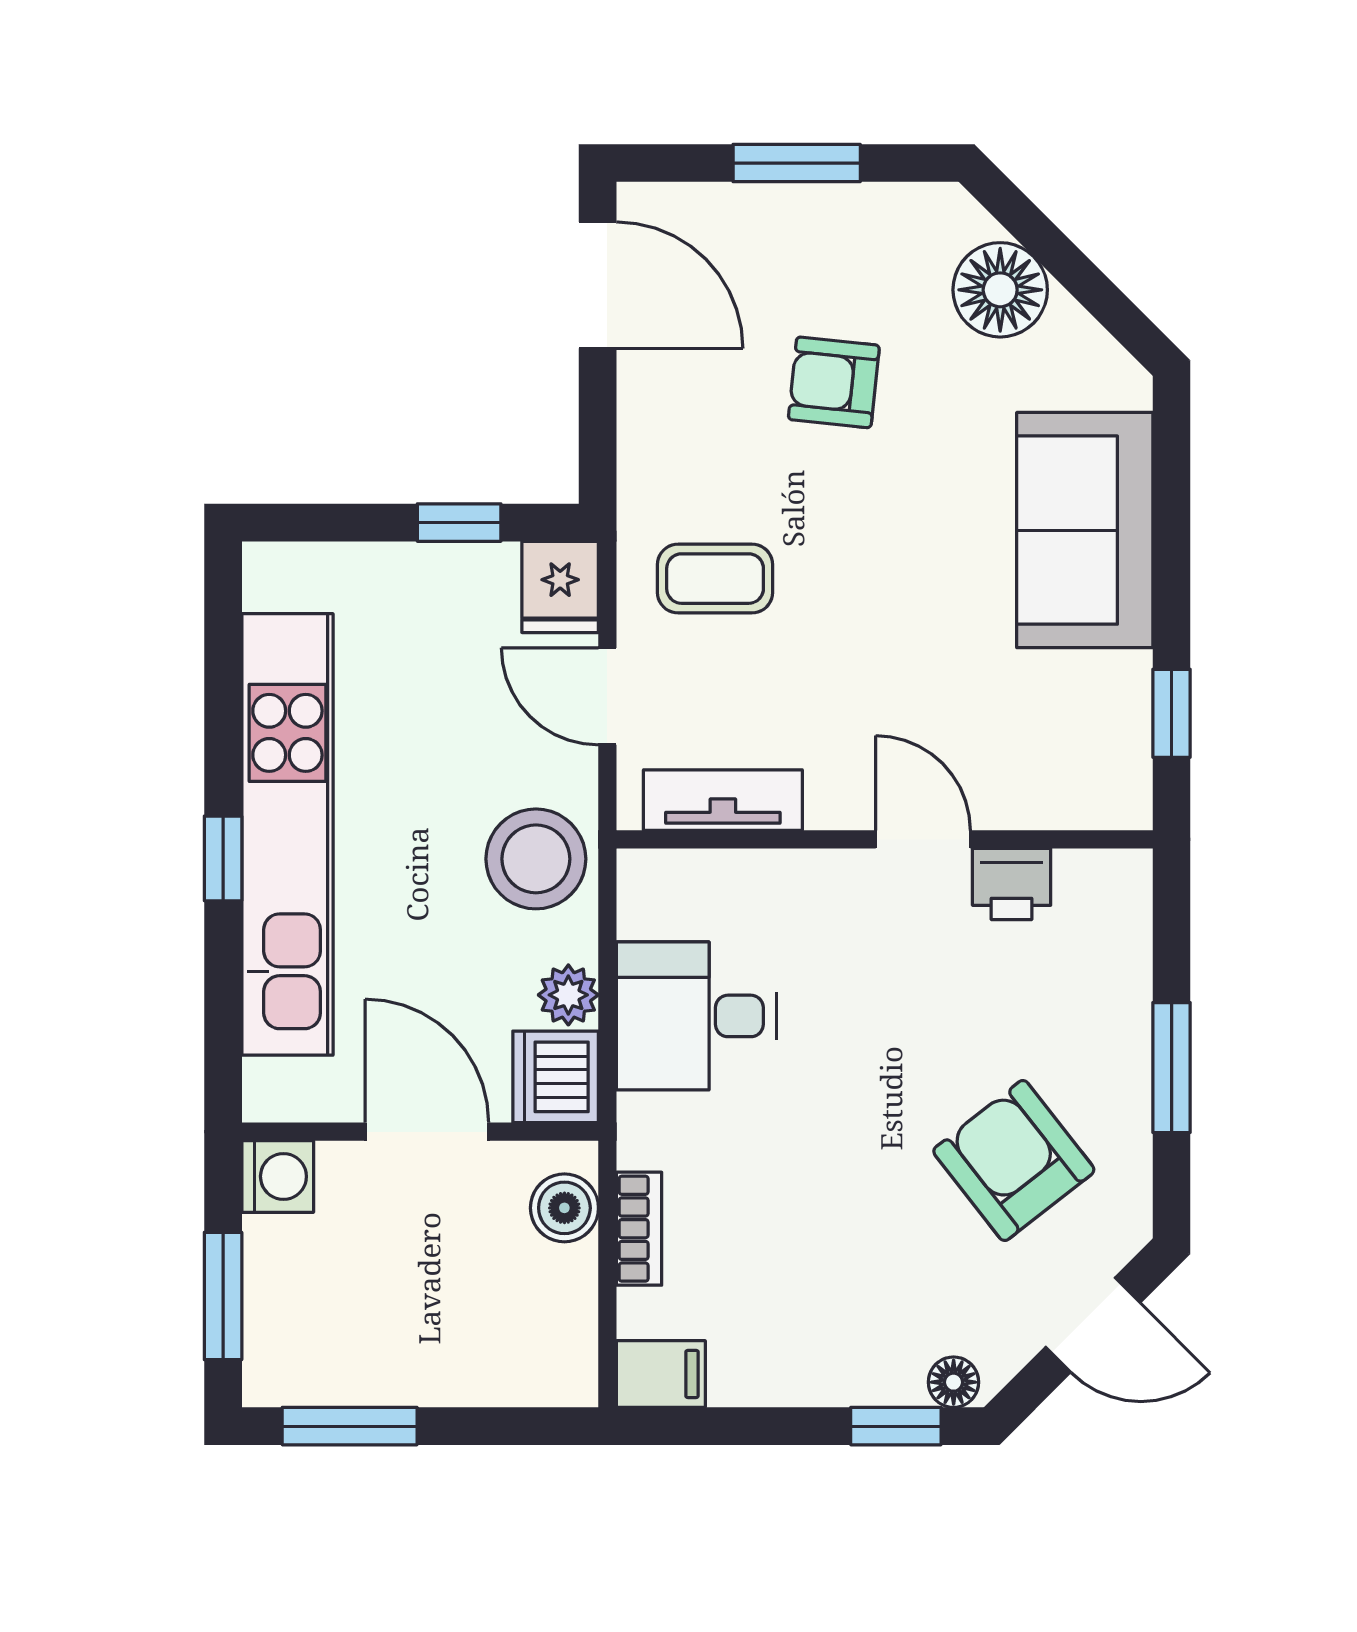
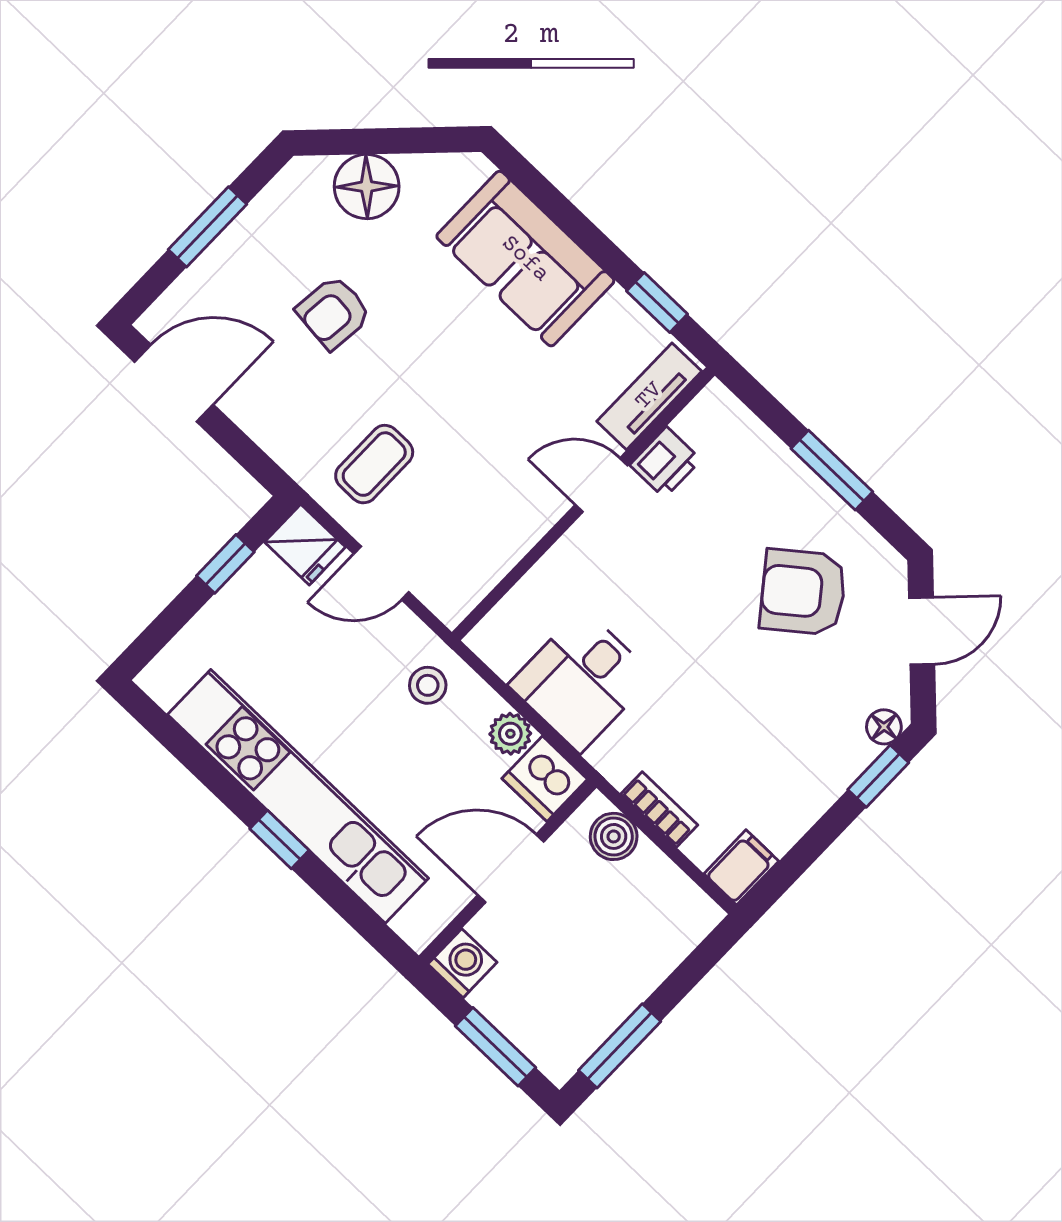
tv unit: (723, 800) -> (649, 396), moved
stool: (536, 859) -> (428, 685), width x0.53, depth x0.53

